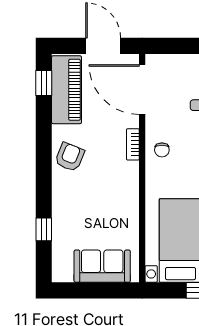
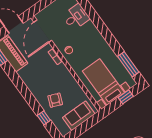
door: (142, 90) -> (43, 31), hinge flipped
armchair: (70, 157) -> (55, 100), moved

